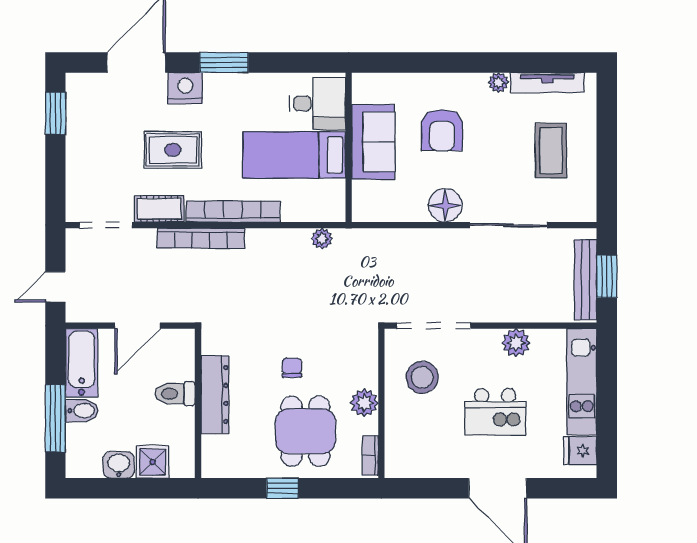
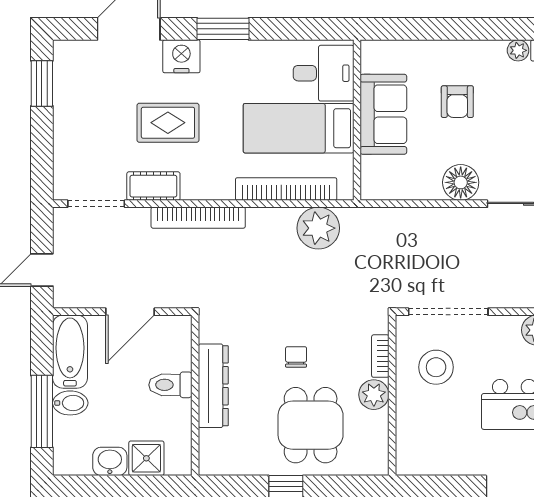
armchair: (442, 130) -> (457, 102), width x0.72, depth x0.72
bookcase: (233, 211) -> (286, 189), moved
plant: (322, 239) -> (318, 228), width x1.87, depth x1.87
bookcase: (370, 455) -> (380, 356), moved

